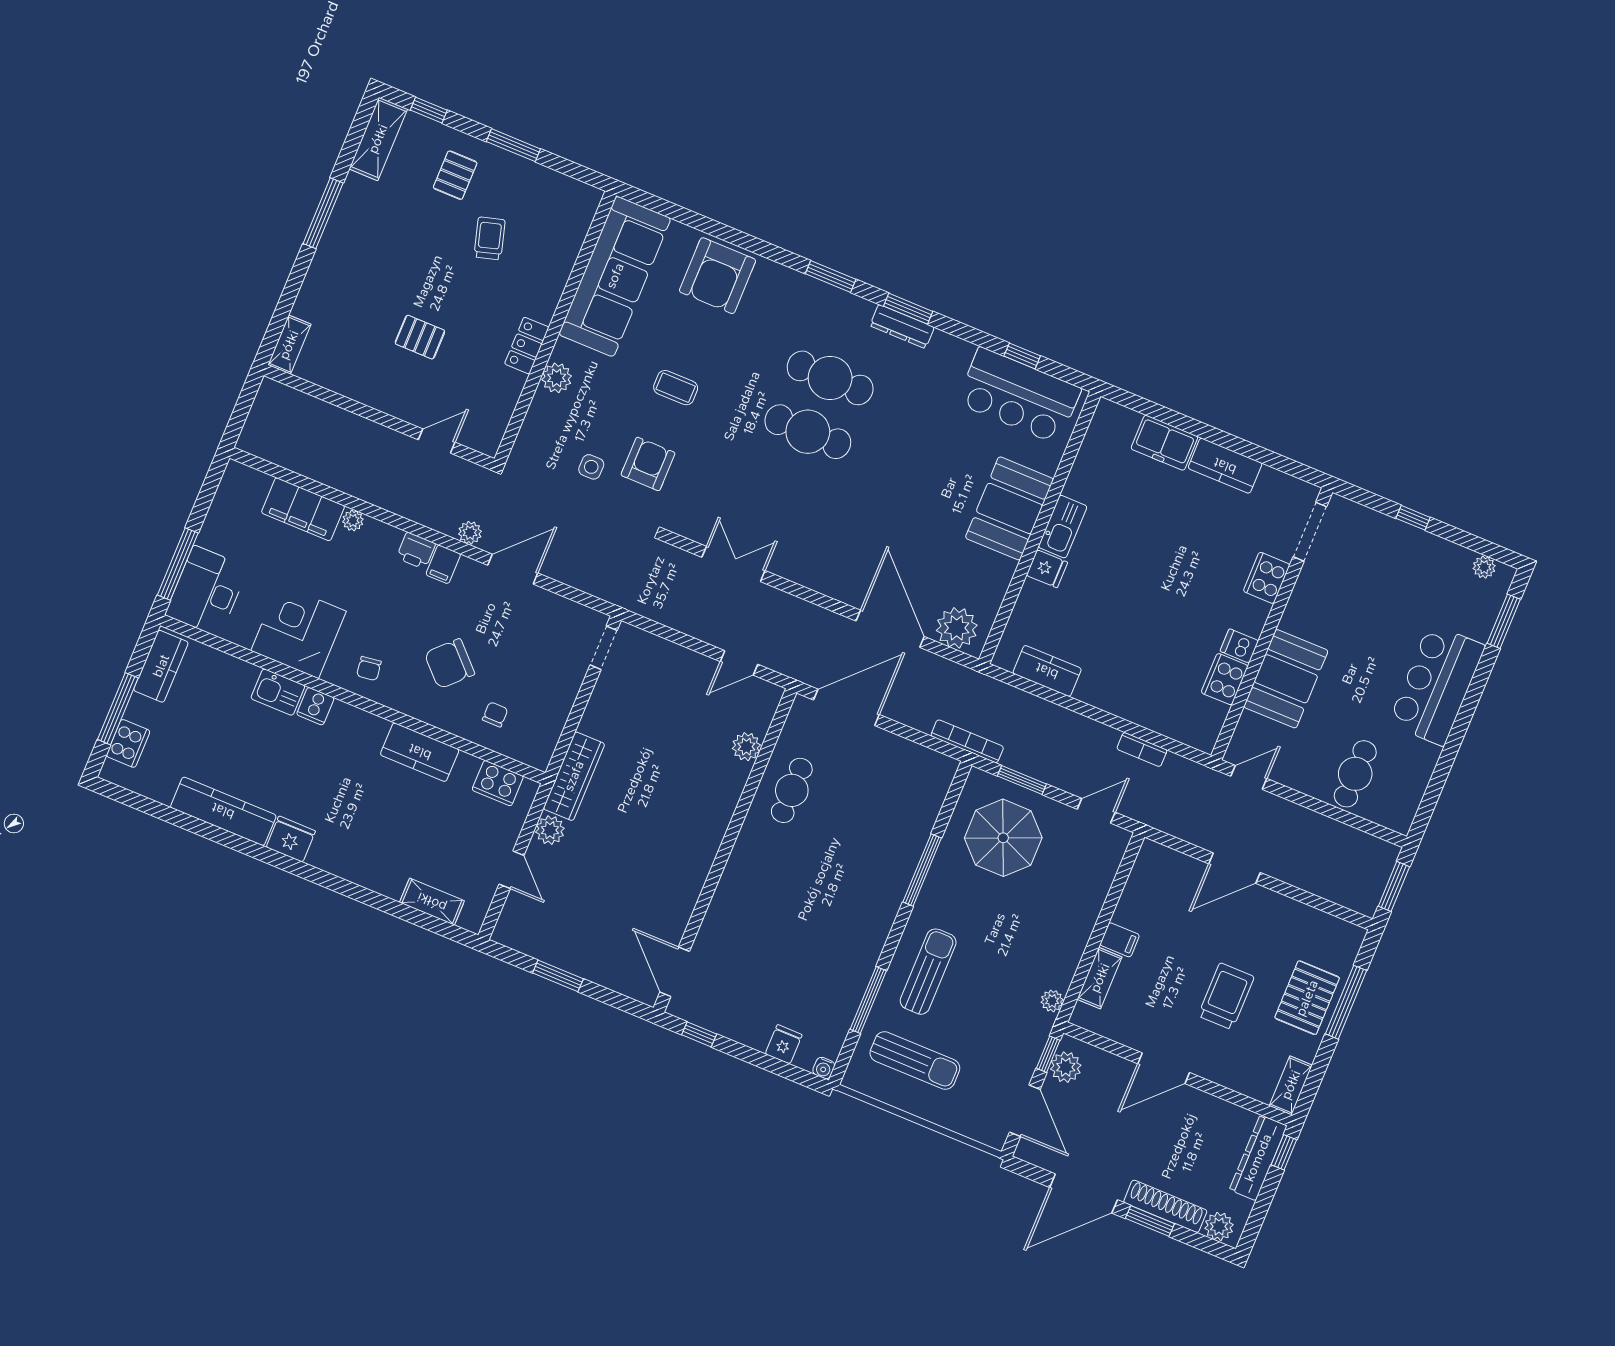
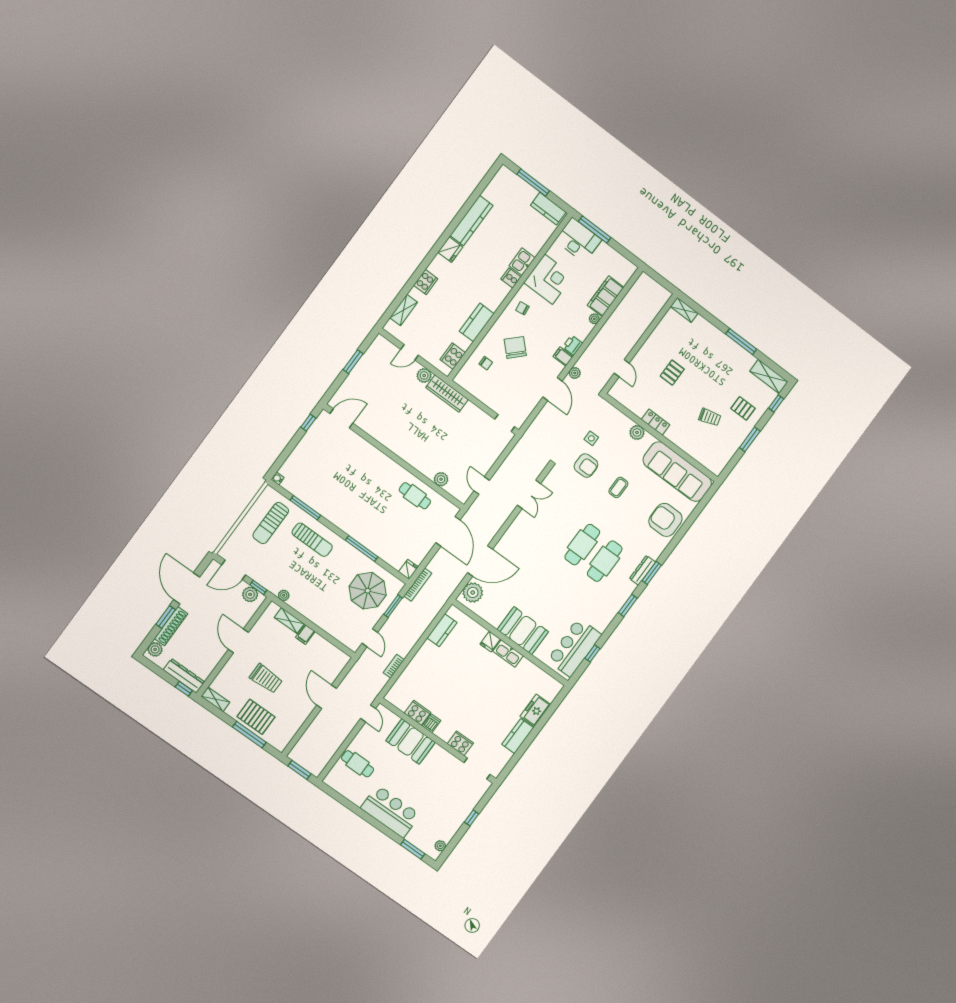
dresser: (902, 327) -> (642, 570), moved
cooker: (128, 743) -> (426, 282), moved, turned -90
fridge: (784, 1044) -> (408, 569), moved, turned -90

